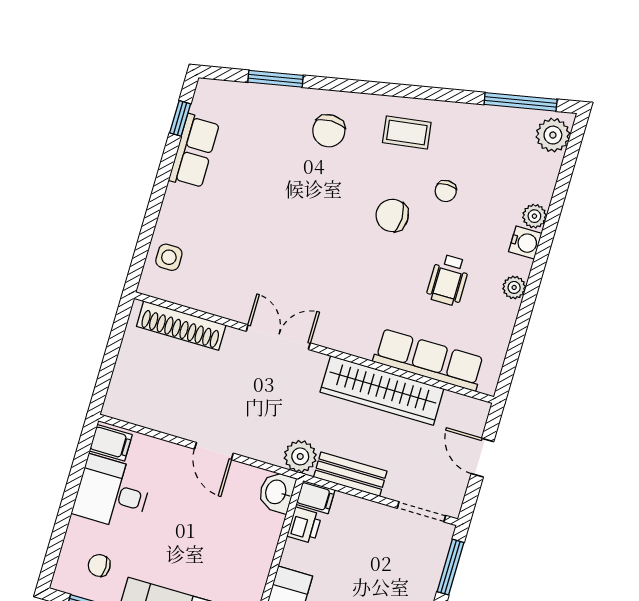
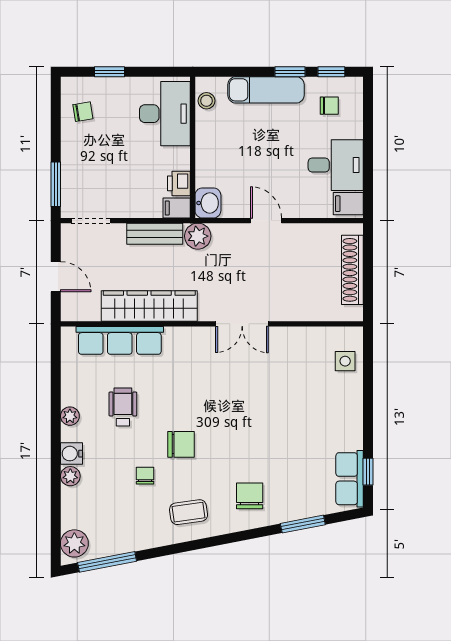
row of seats: (194, 151) -> (350, 479), moved
shoe rack: (181, 326) -> (352, 270), moved, turned -90

